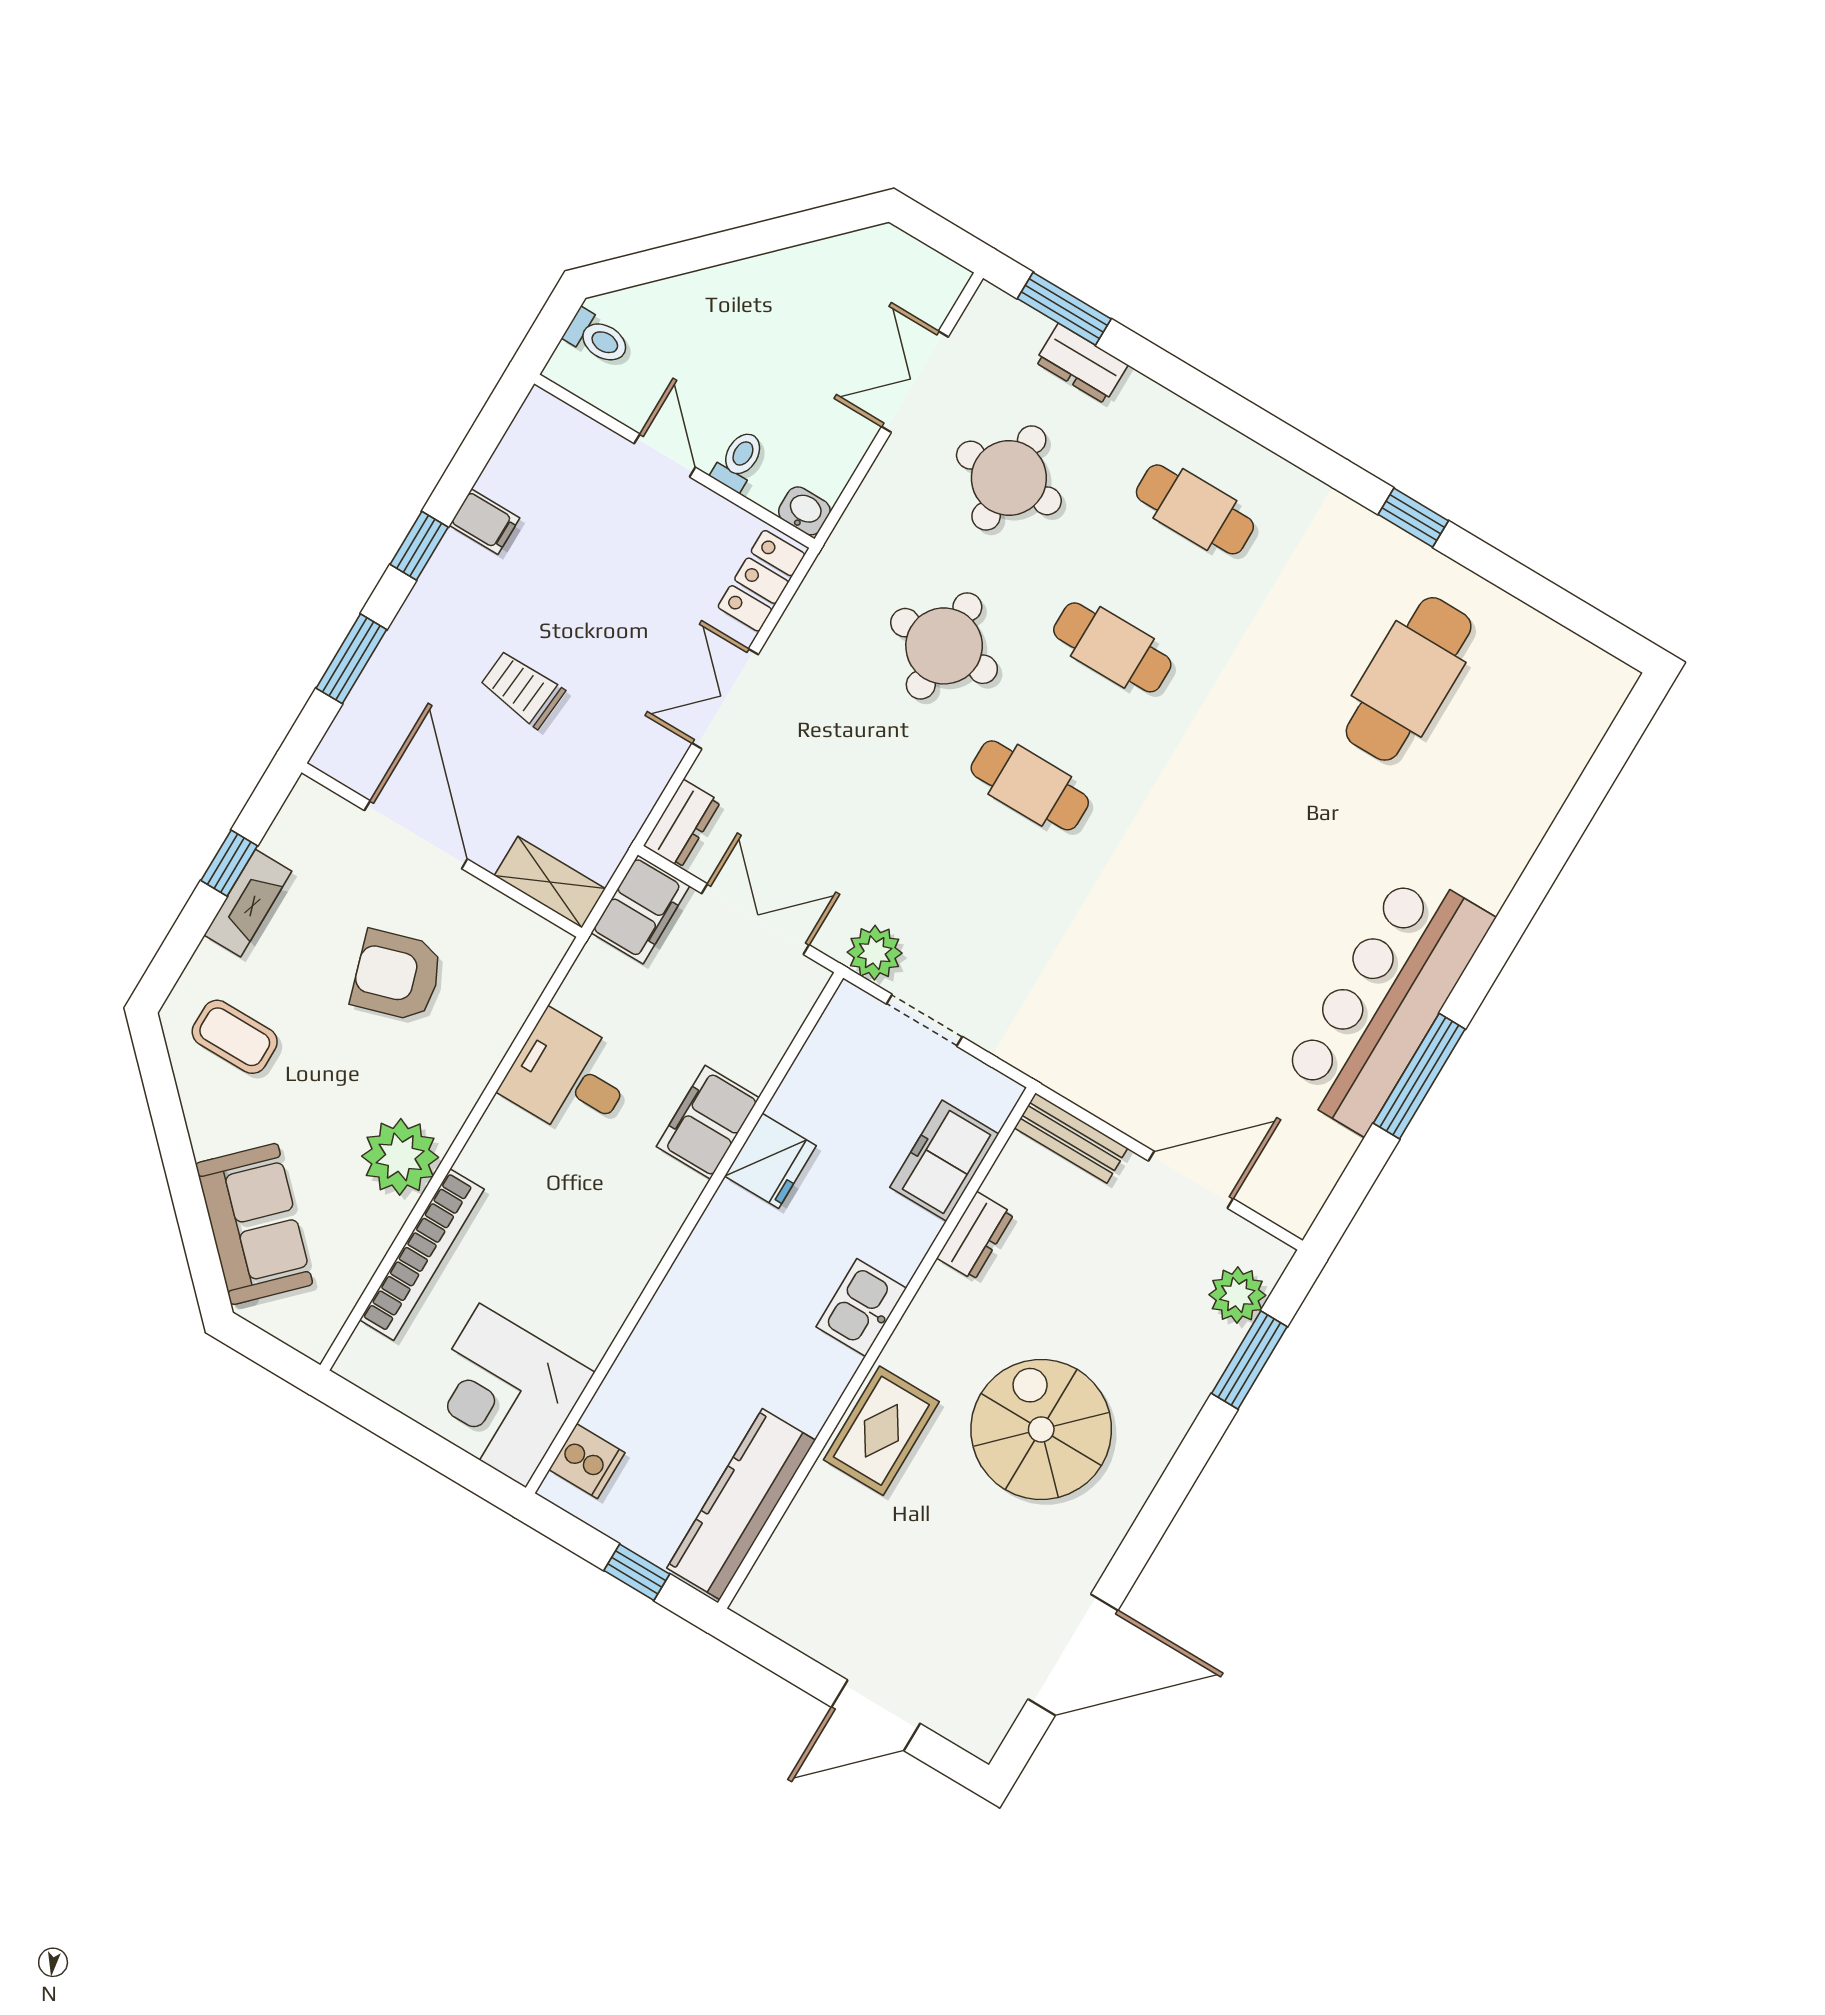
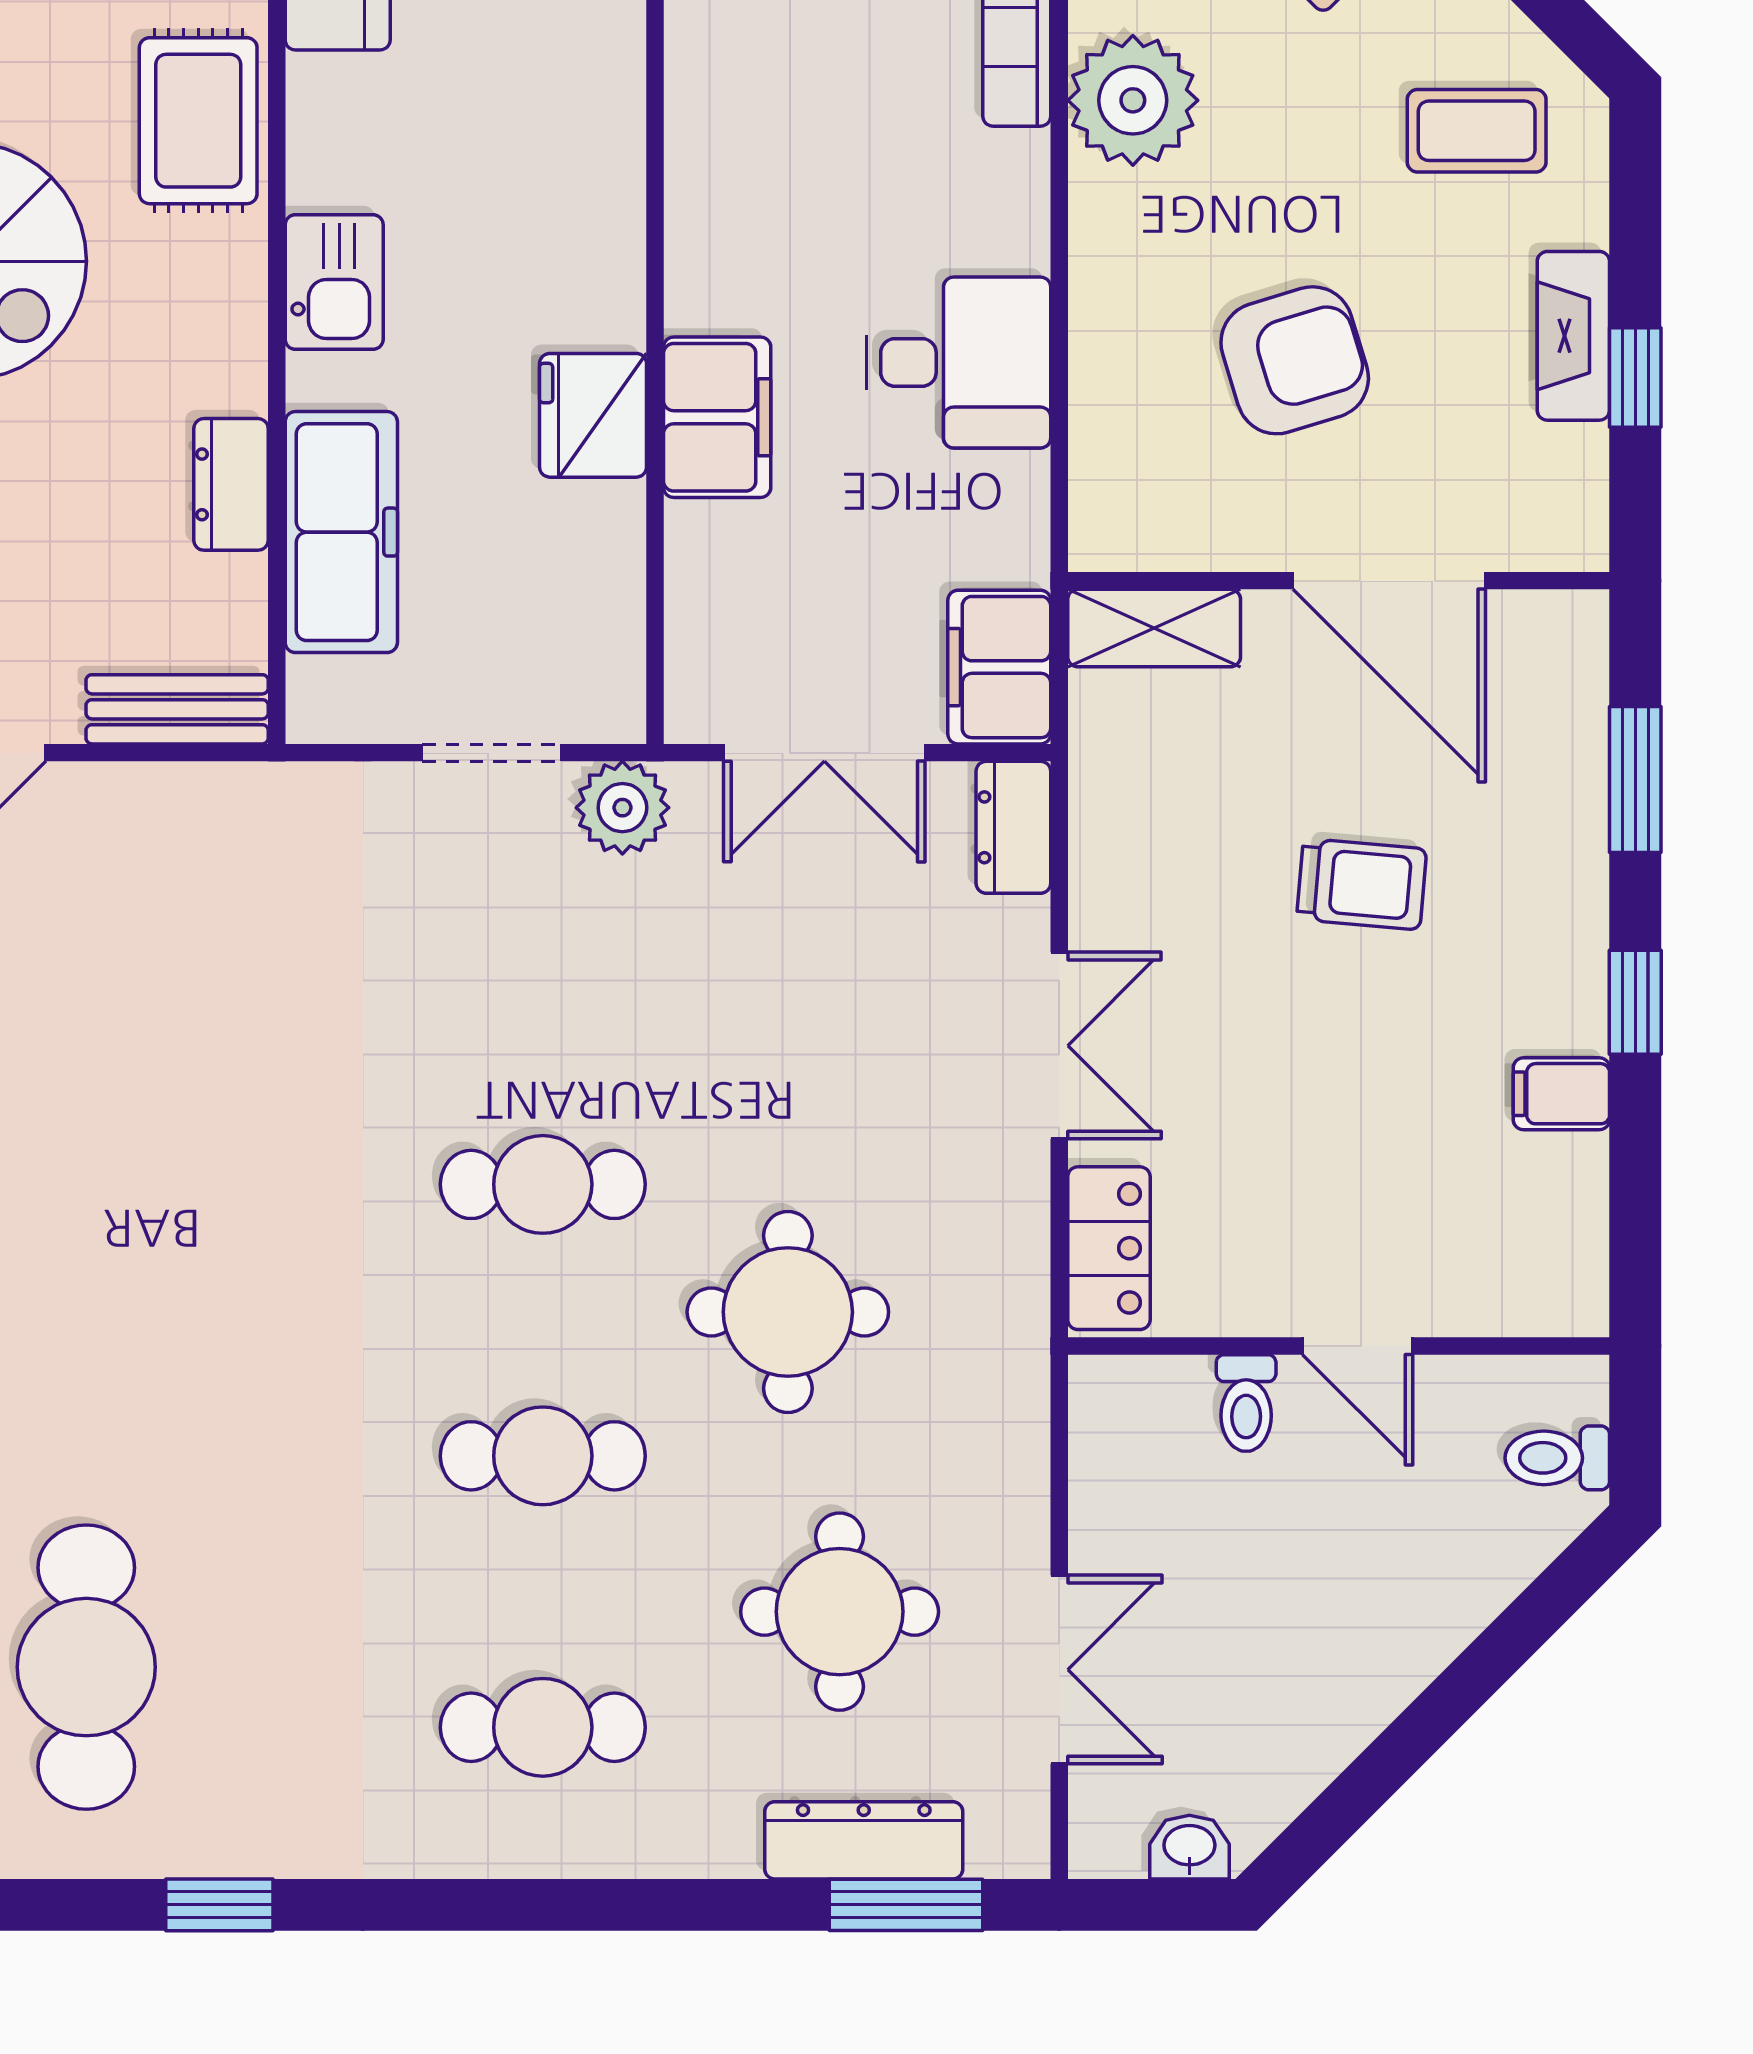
dresser: (1081, 364) -> (864, 1840), width x1.44
washbasin: (804, 511) -> (1189, 1847), moved, turned 180
freezer: (944, 1161) -> (341, 532), width x1.40

